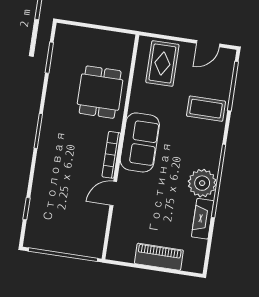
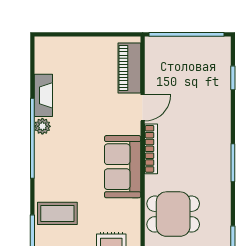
dining table: (100, 92) -> (173, 214), turned 90
plant: (202, 183) -> (42, 126), width x0.53, depth x0.53
piano: (159, 257) -> (129, 68), moved, turned 90

